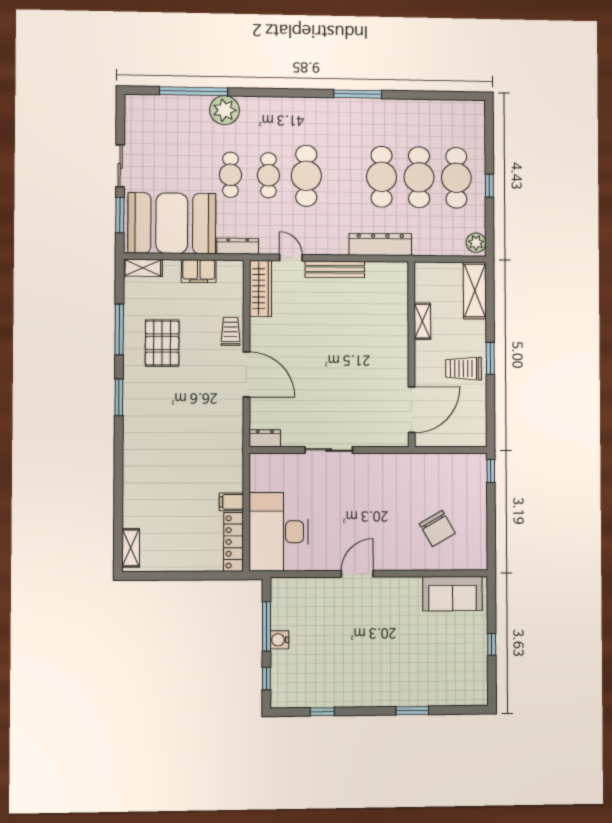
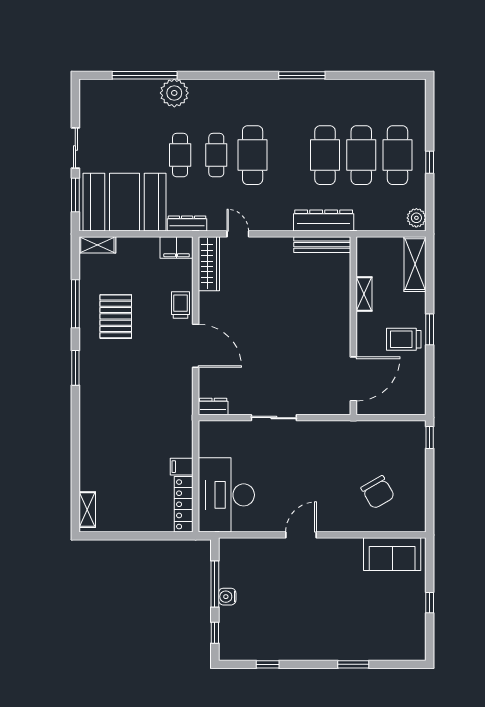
bench: (335, 269) -> (322, 245), moved
filing cabinet: (199, 271) -> (177, 248), moved

